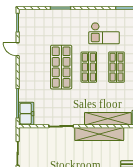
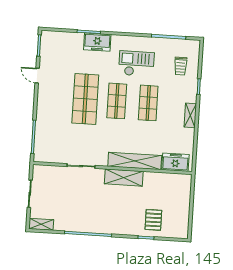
checkout: (104, 33) -> (136, 64), turned 180
freezer: (26, 114) -> (97, 42), moved, turned 90
shelving: (99, 134) -> (124, 178), width x0.68

